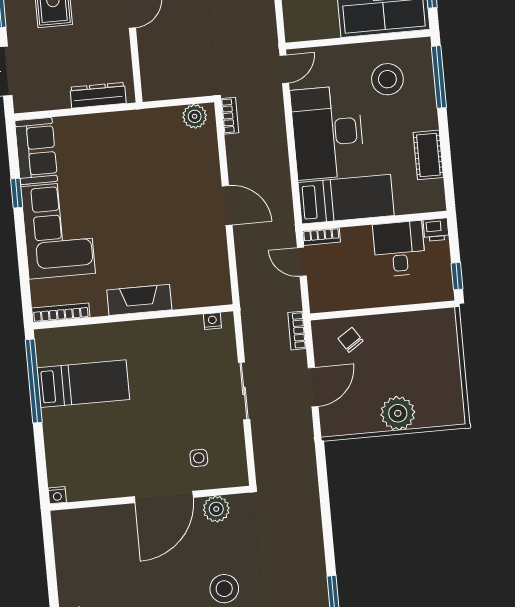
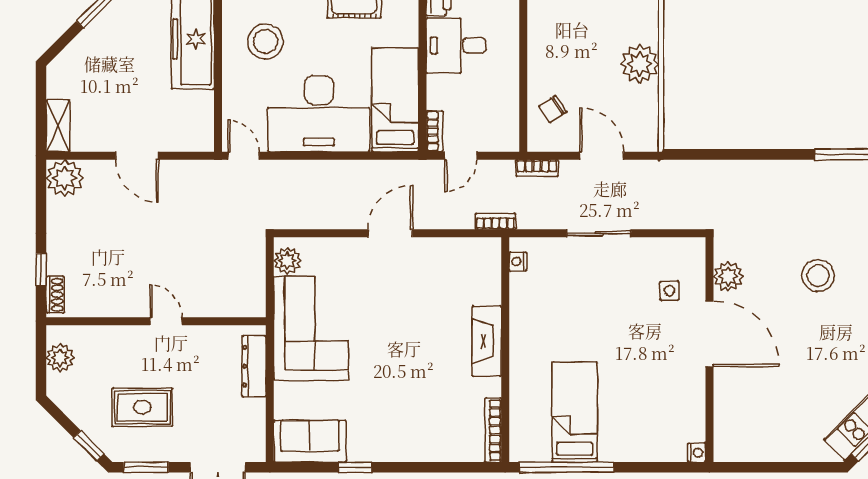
bookcase: (230, 116) -> (496, 221), moved
corner sofa: (58, 230) -> (311, 329), moved, turned 90

